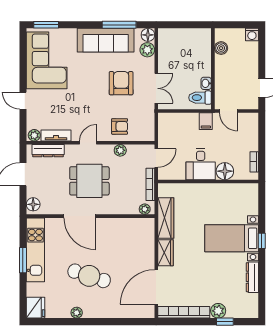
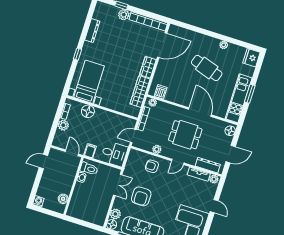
double door: (156, 88) -> (118, 185), swing flipped
plant: (251, 143) -> (63, 125), added
desk: (201, 164) -> (114, 154), moved, turned 90
dishwasher: (139, 226) -> (161, 92), added
bed with nightstands: (232, 238) -> (89, 82), moved, turned -90

